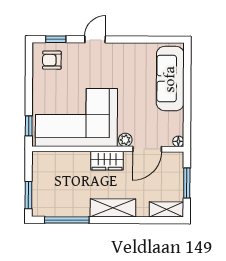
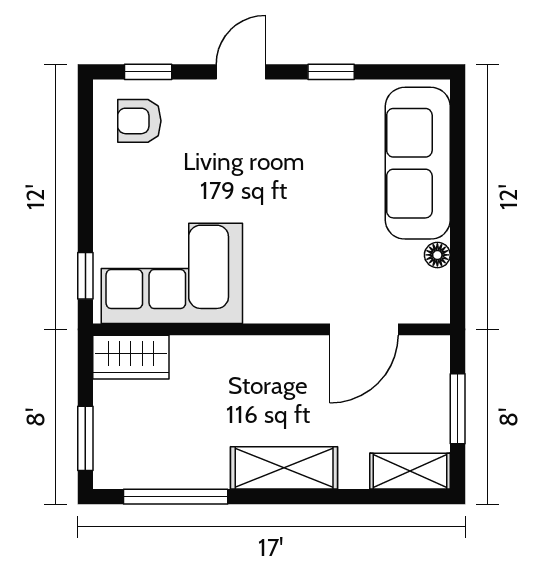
window: (134, 40) -> (331, 72), added
corner sofa: (76, 117) -> (172, 273), width x0.73, depth x0.74
plant: (125, 140) -> (312, 308), removed
floor lamp: (178, 141) -> (437, 255), moved
wardrobe: (107, 161) -> (131, 357), moved

